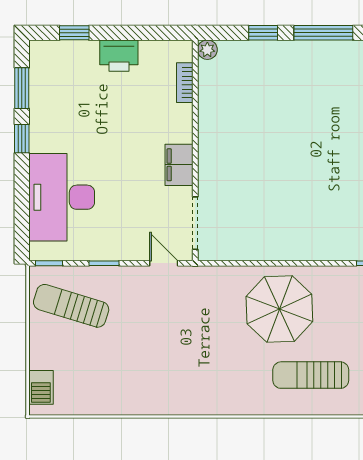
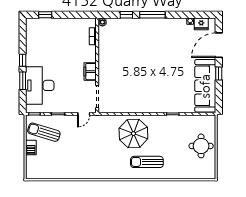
printer: (119, 56) -> (64, 25), removed
window: (22, 88) -> (23, 81), moved
door: (164, 263) -> (84, 114), swing flipped
barbecue: (41, 387) -> (31, 147), moved

